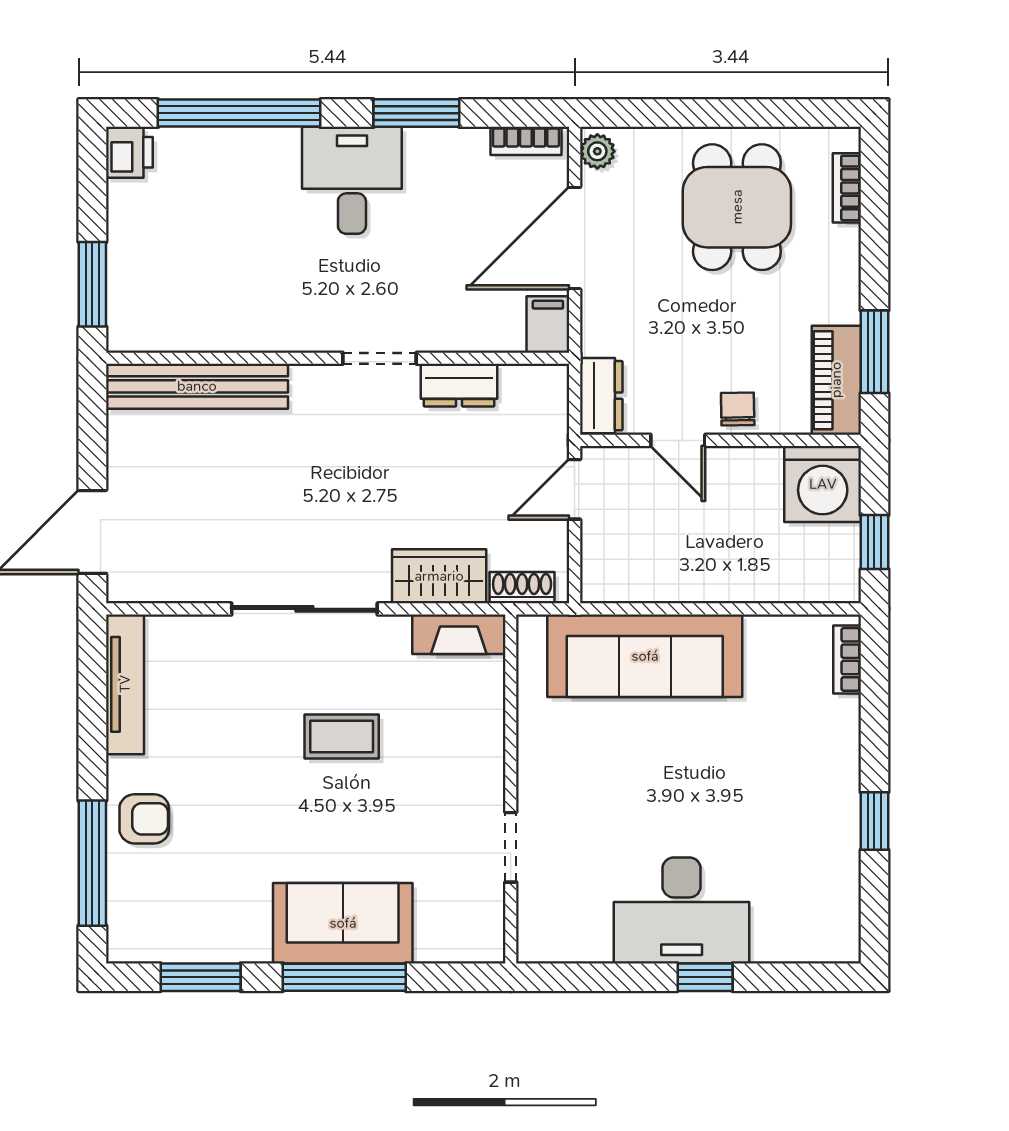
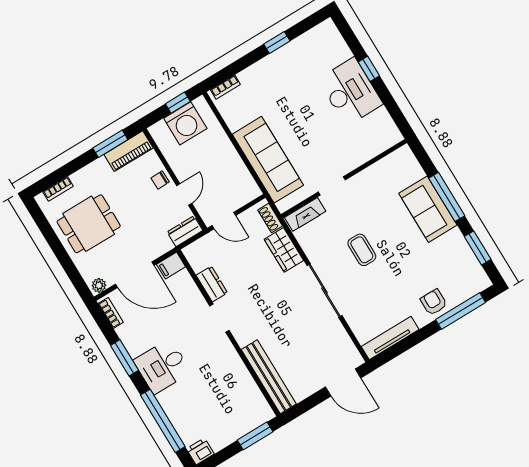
washing machine: (823, 484) -> (185, 123), moved, turned 90
fireplace: (459, 634) -> (305, 214), moved, turned 90
doorway: (511, 847) -> (332, 186), moved

